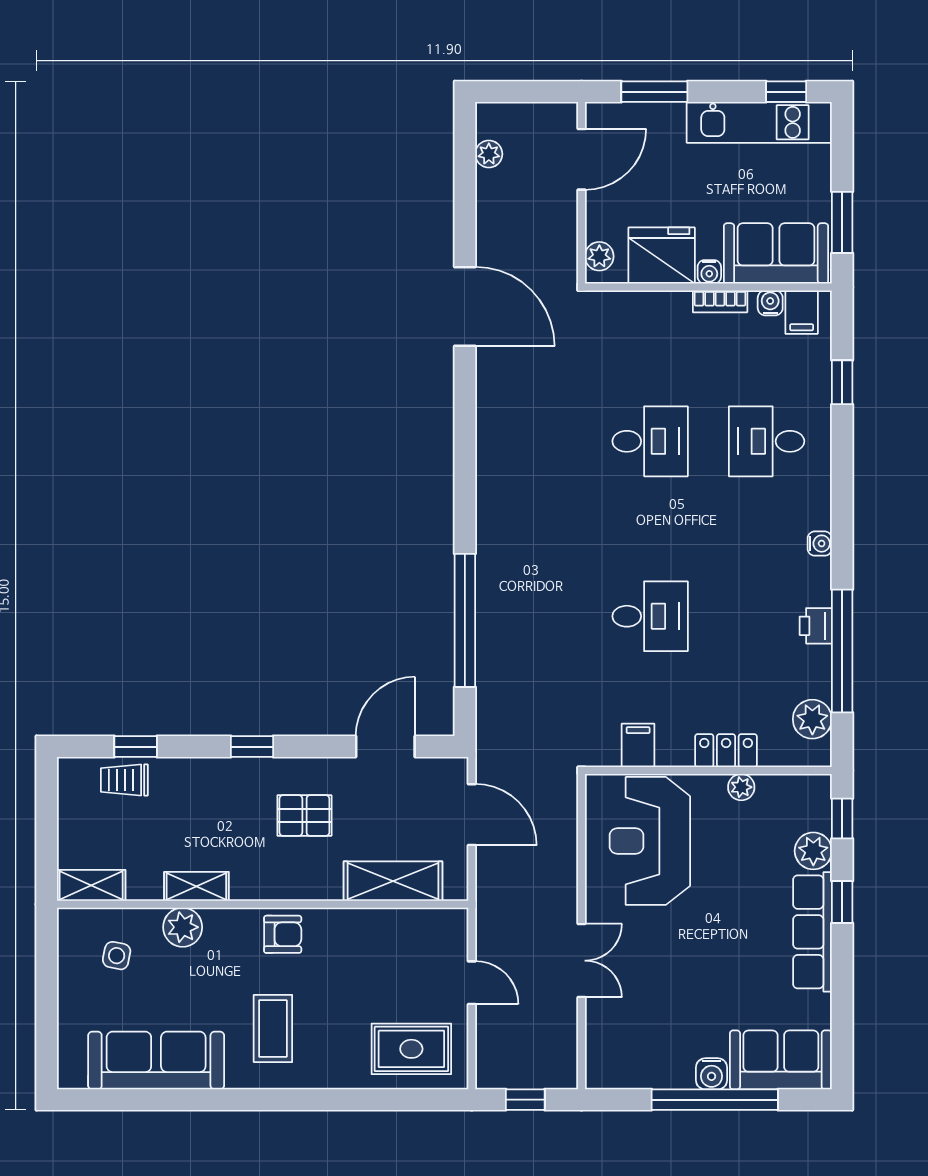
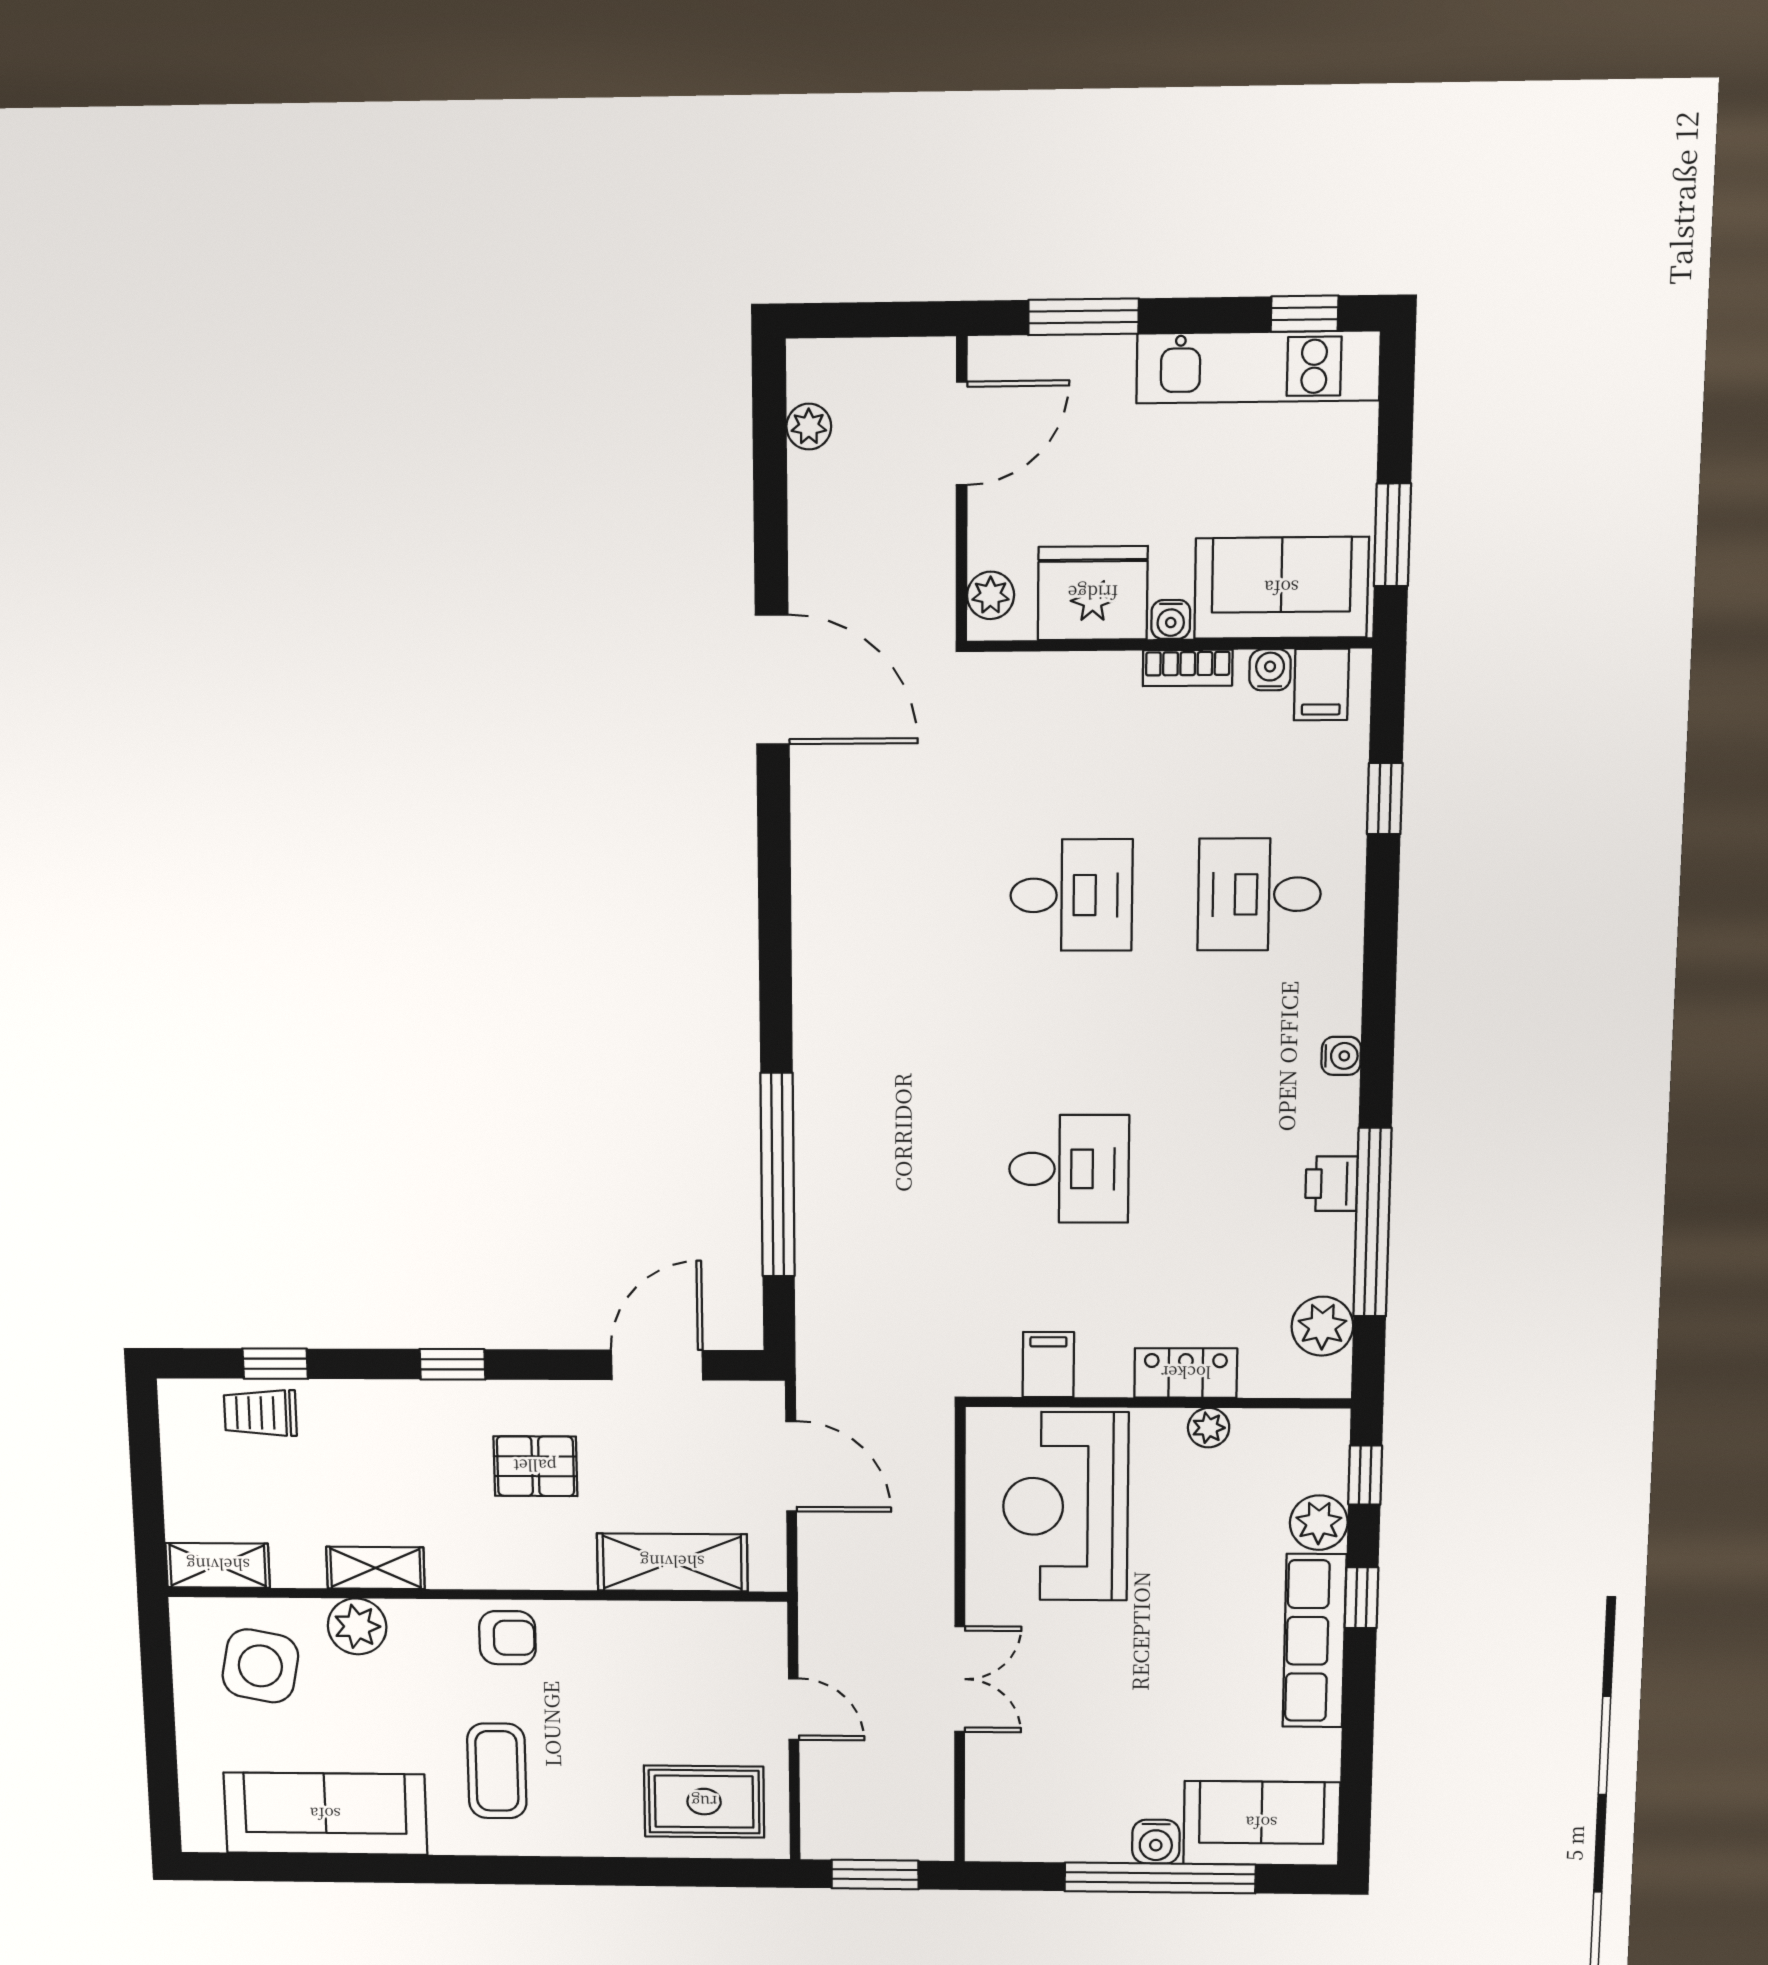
side table: (117, 956) -> (260, 1666), width x1.87, depth x1.87
window: (525, 1100) -> (875, 1874), width x1.50

